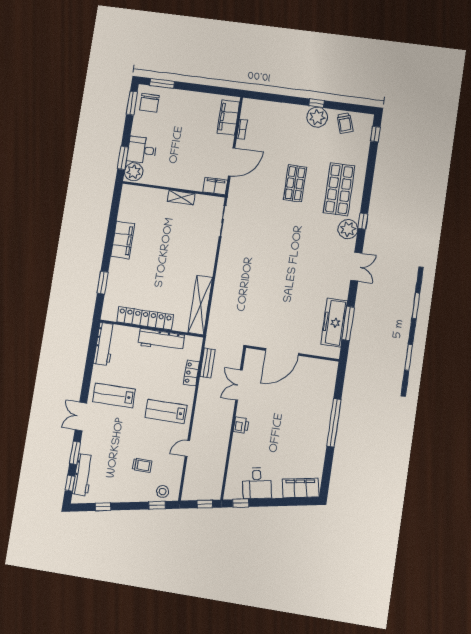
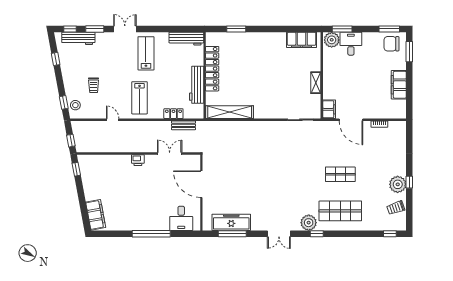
filing cabinet: (228, 118) -> (399, 85), moved, turned -90
filing cabinet: (123, 240) -> (302, 40), moved
lab bench: (166, 411) -> (140, 98), turned 180
desk: (257, 483) -> (181, 218), moved, turned -79

